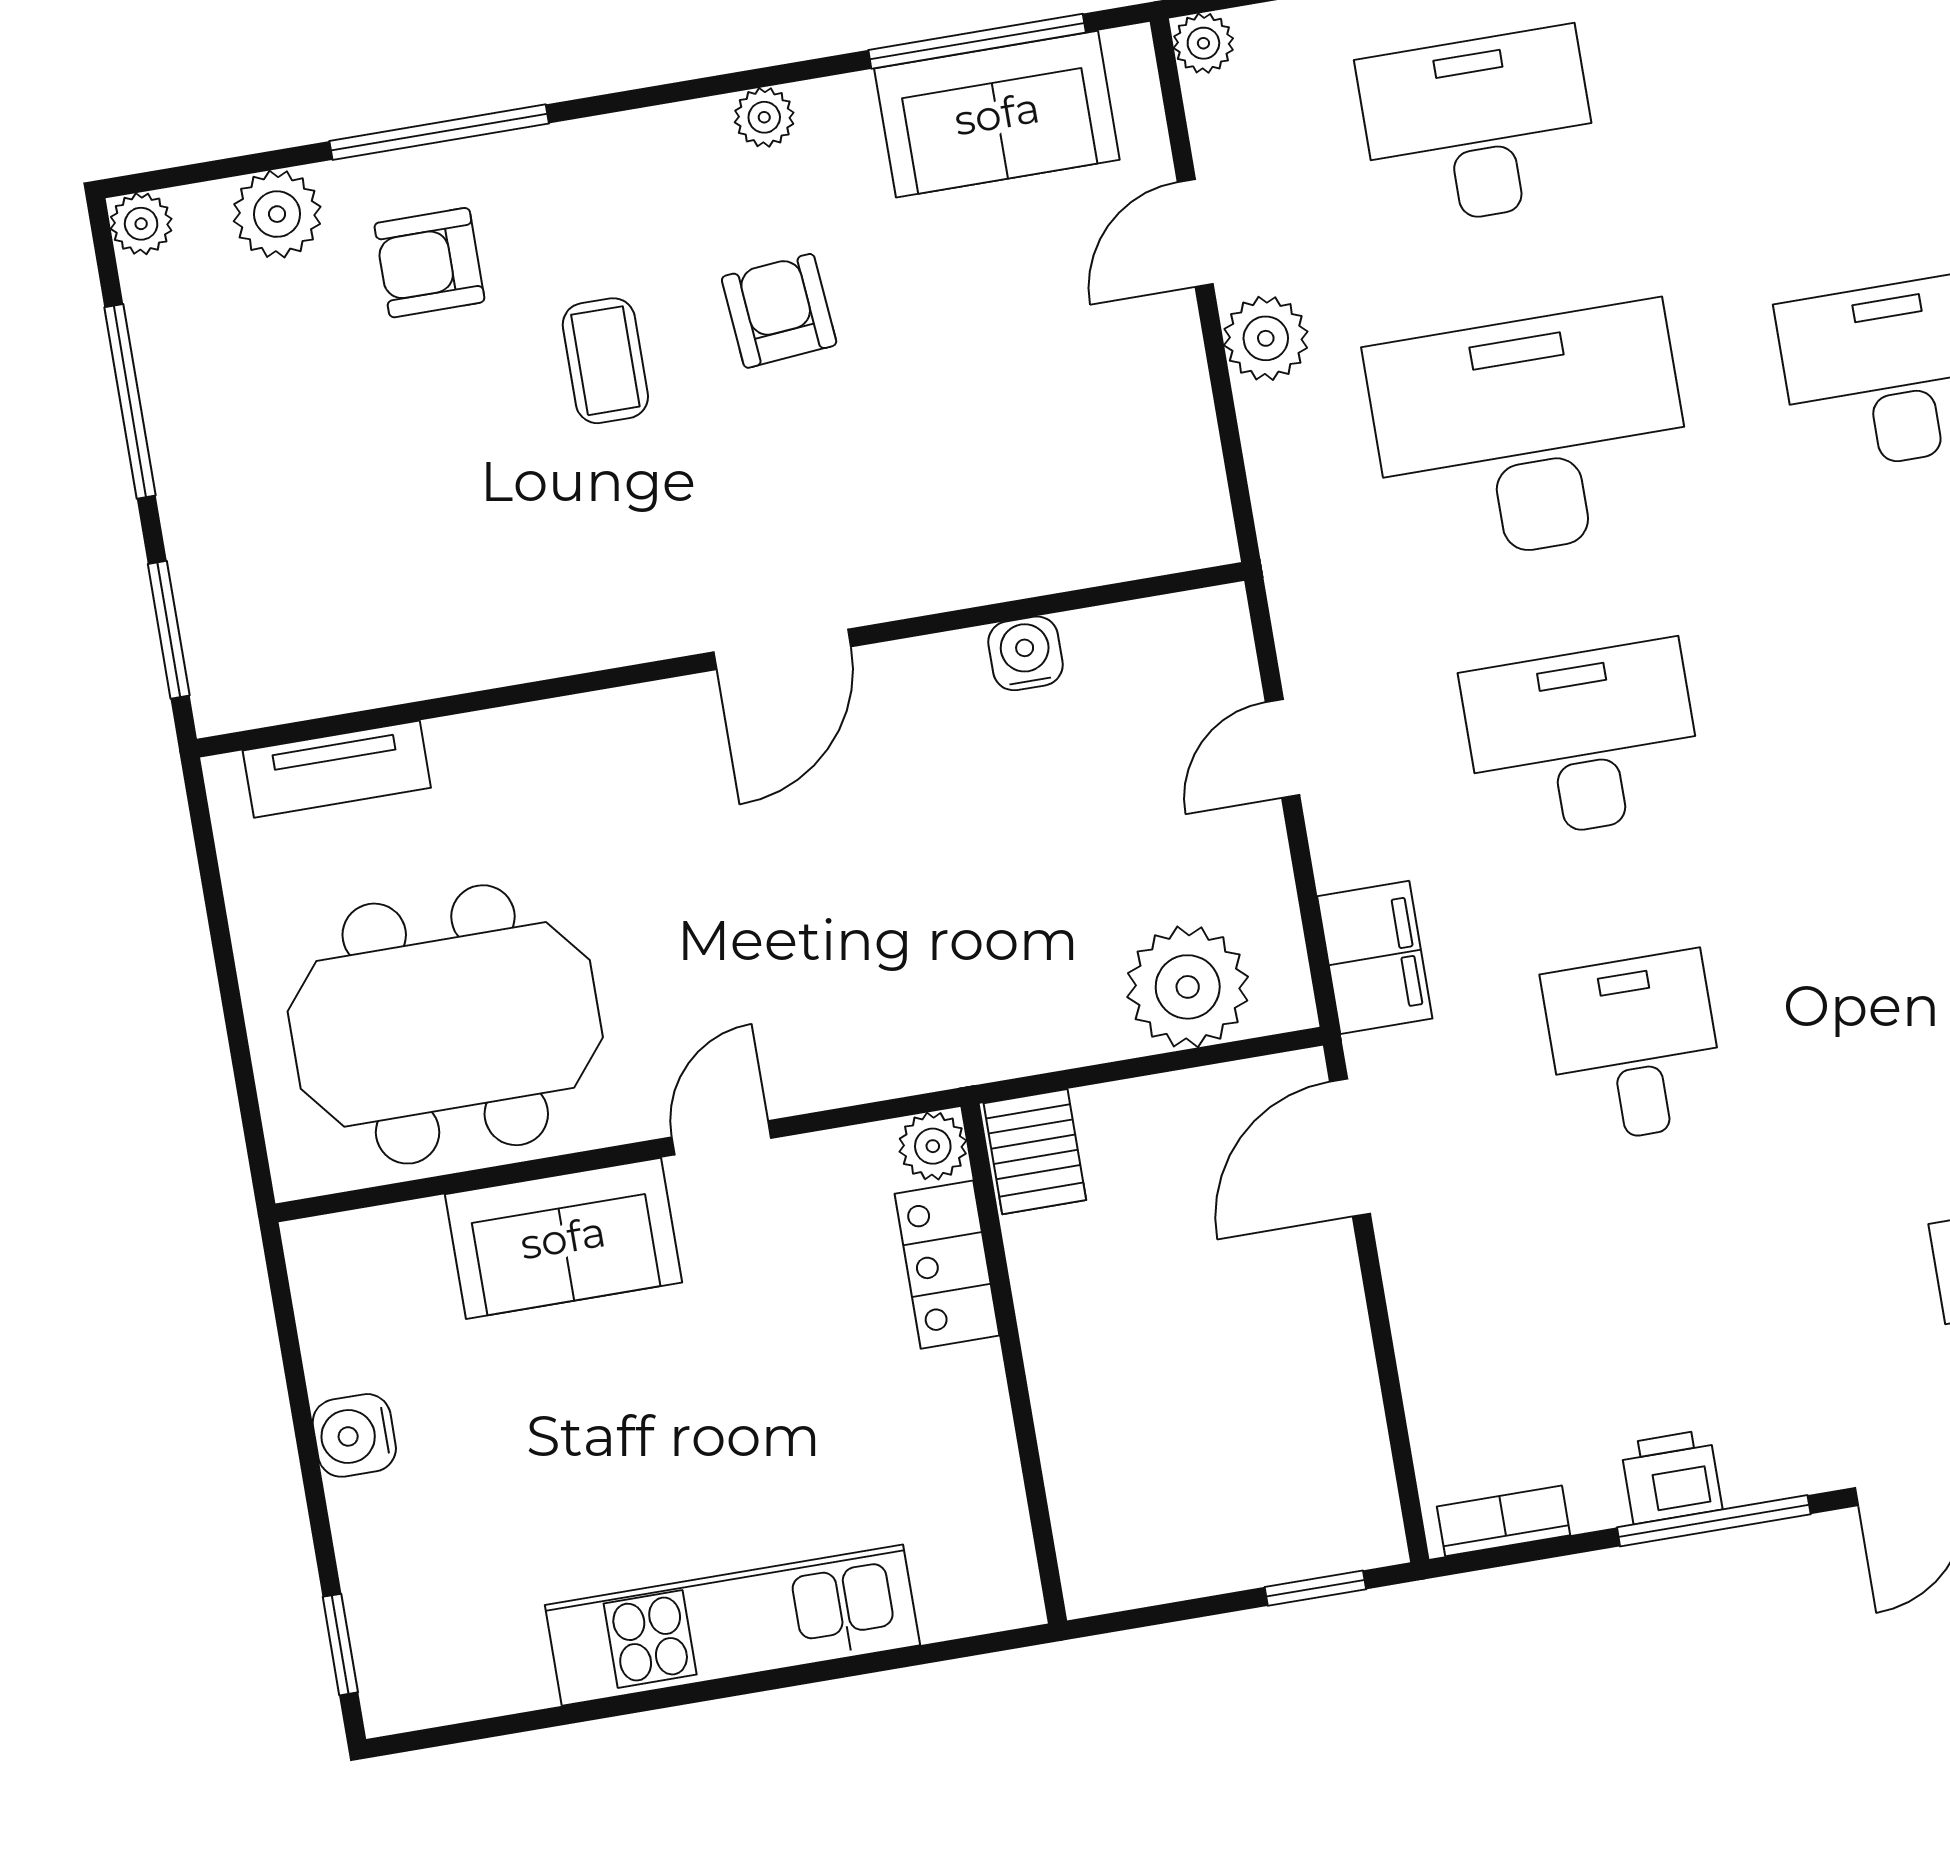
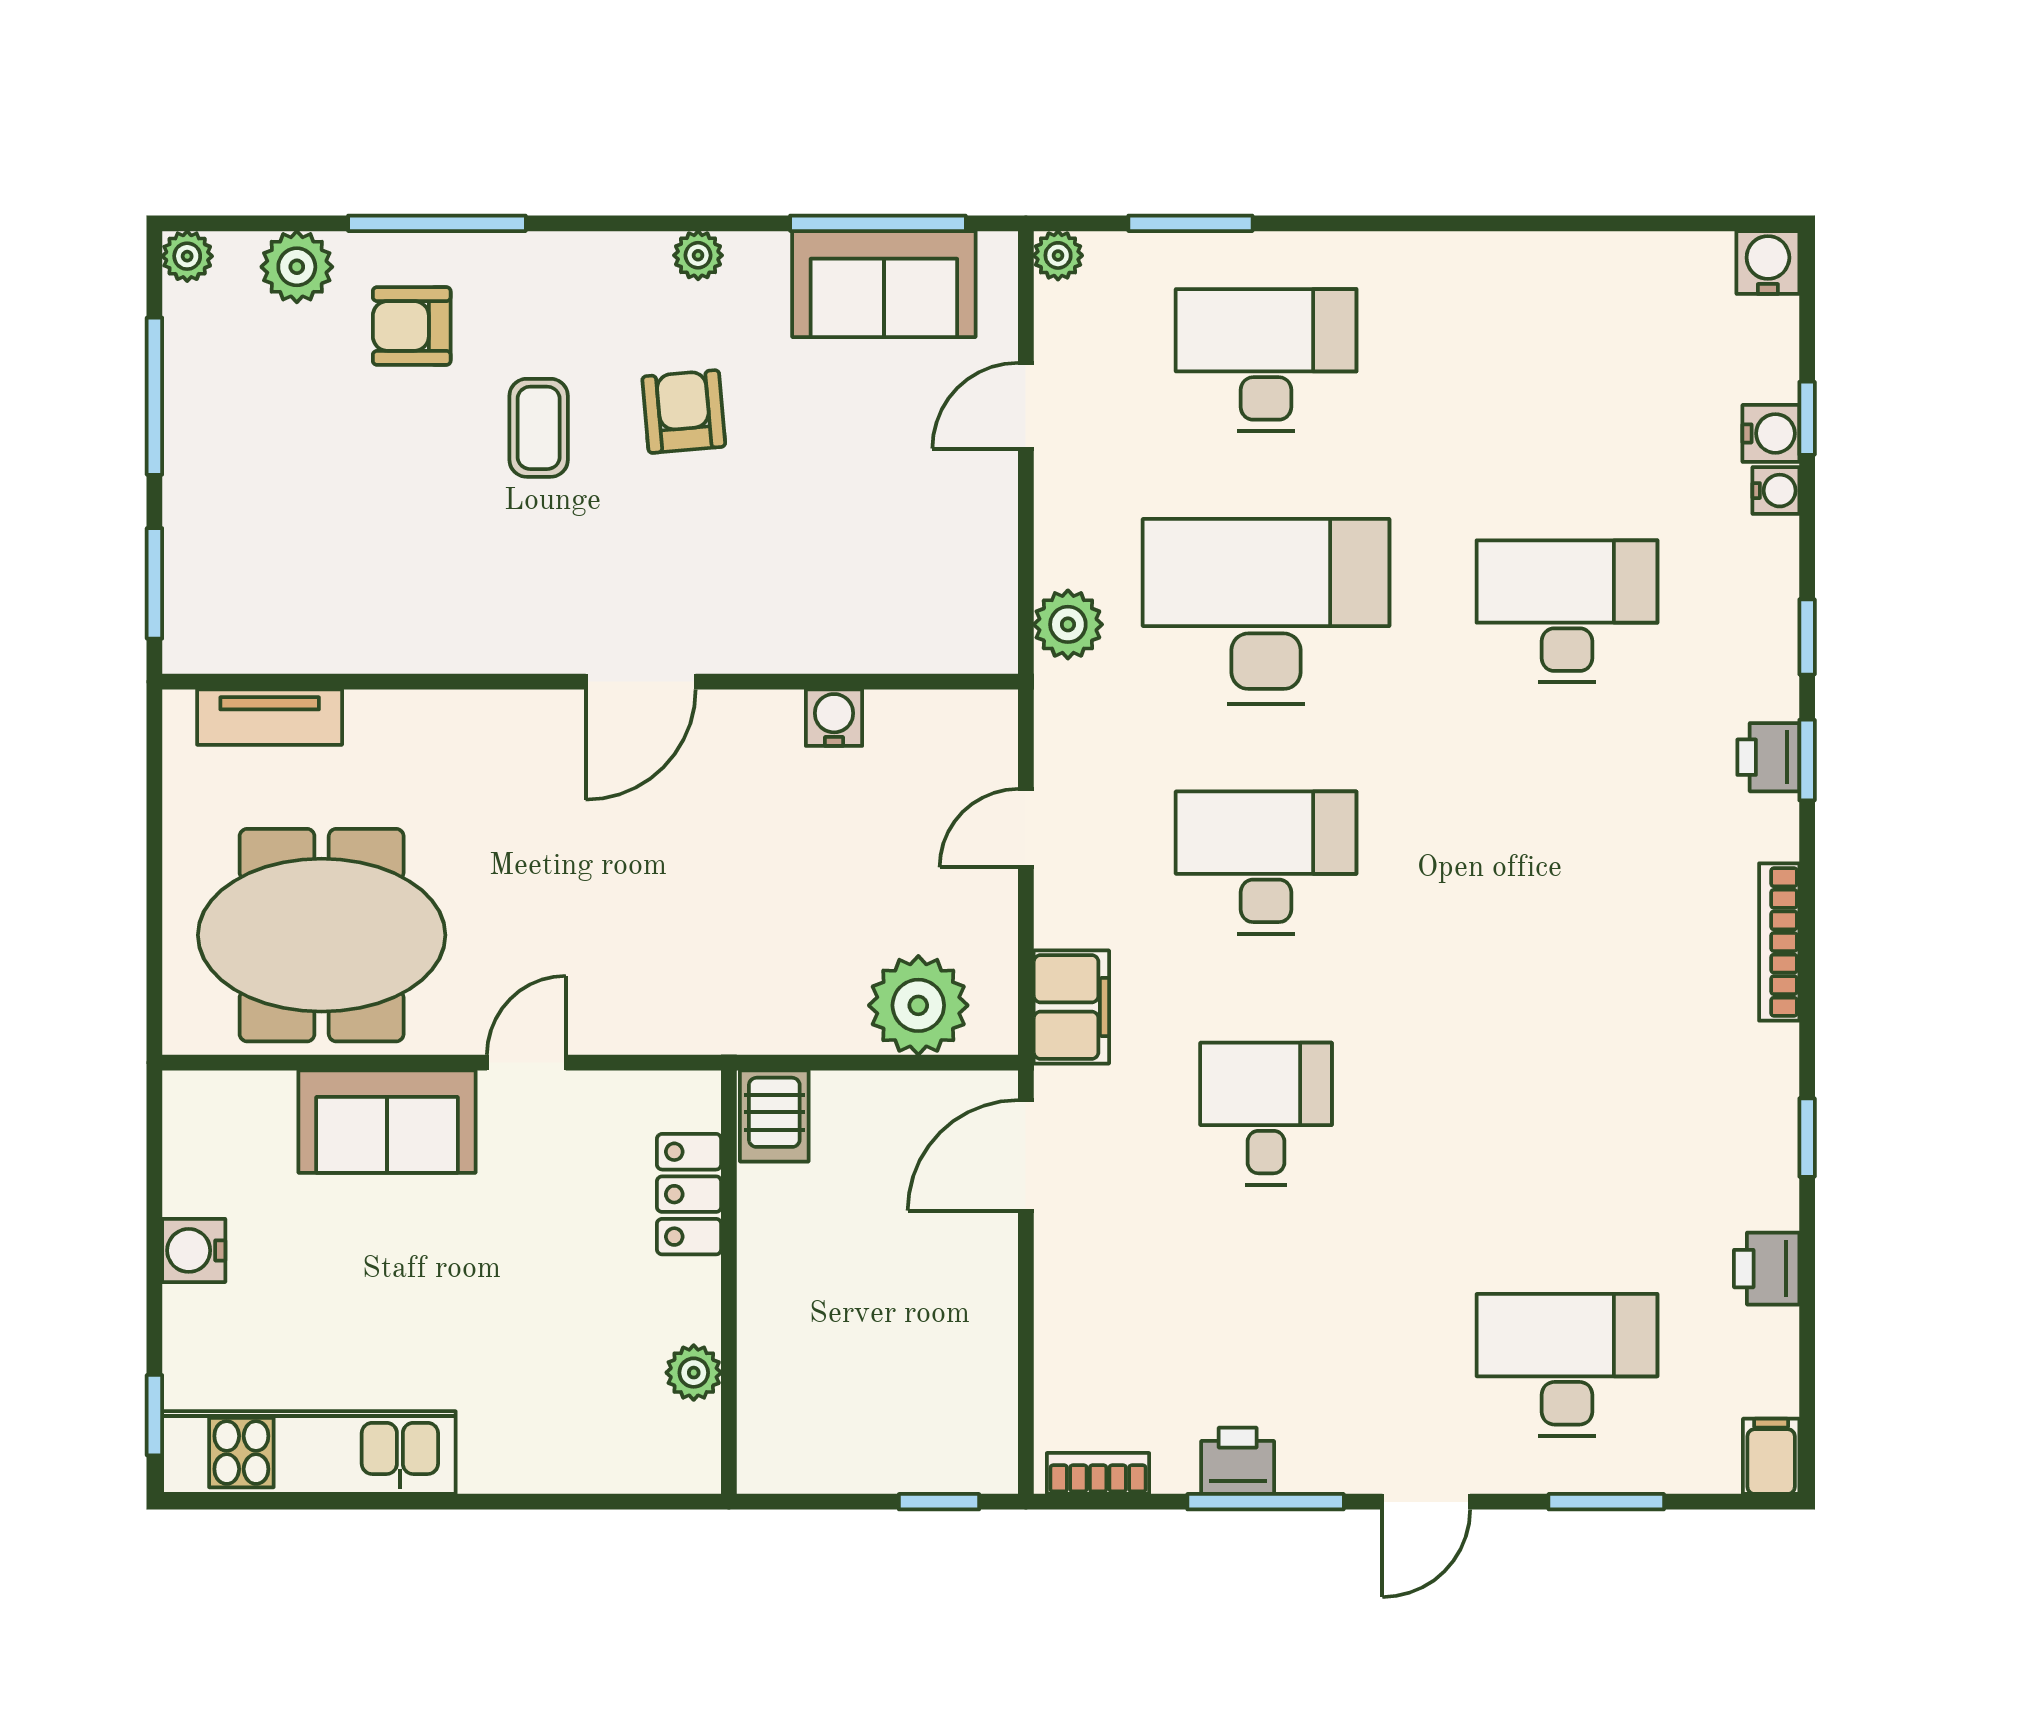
plant: (1266, 338) -> (1068, 624), moved
plant: (933, 1146) -> (694, 1373), moved
kitchen unit: (732, 1625) -> (309, 1453), moved

